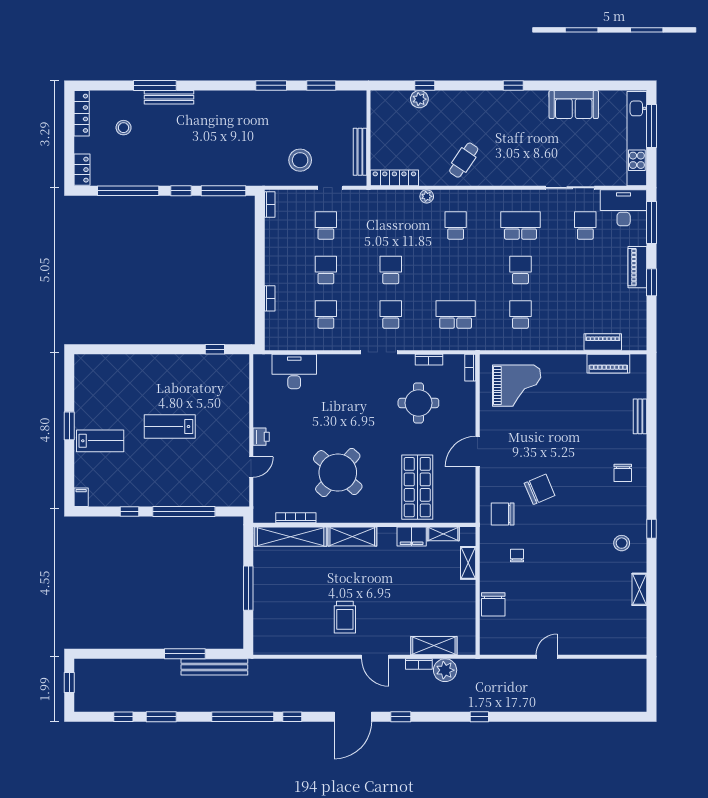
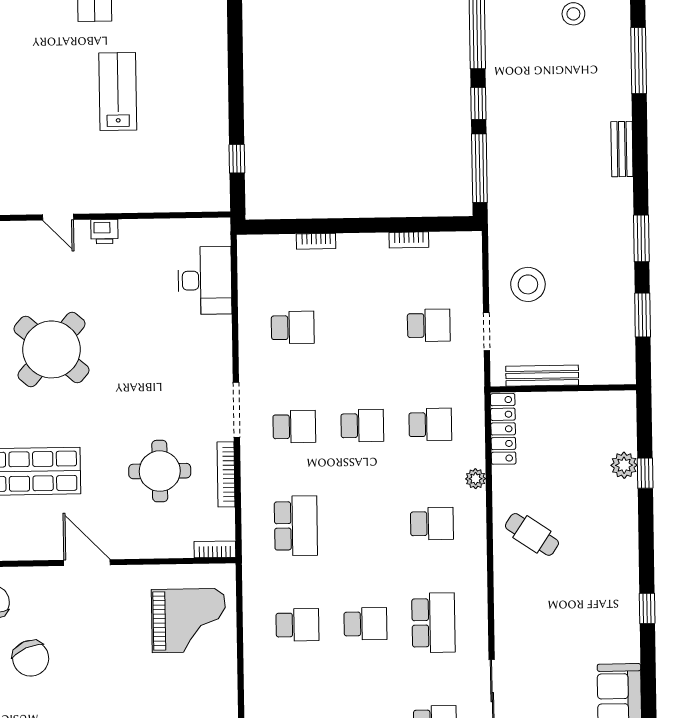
bench: (169, 97) -> (622, 149), moved, width x0.73
bookcase: (270, 204) -> (409, 240), moved
school desk: (326, 270) -> (430, 424), moved
bookcase: (429, 360) -> (226, 474), width x1.56
grand piano: (517, 386) -> (189, 621), turned -90

